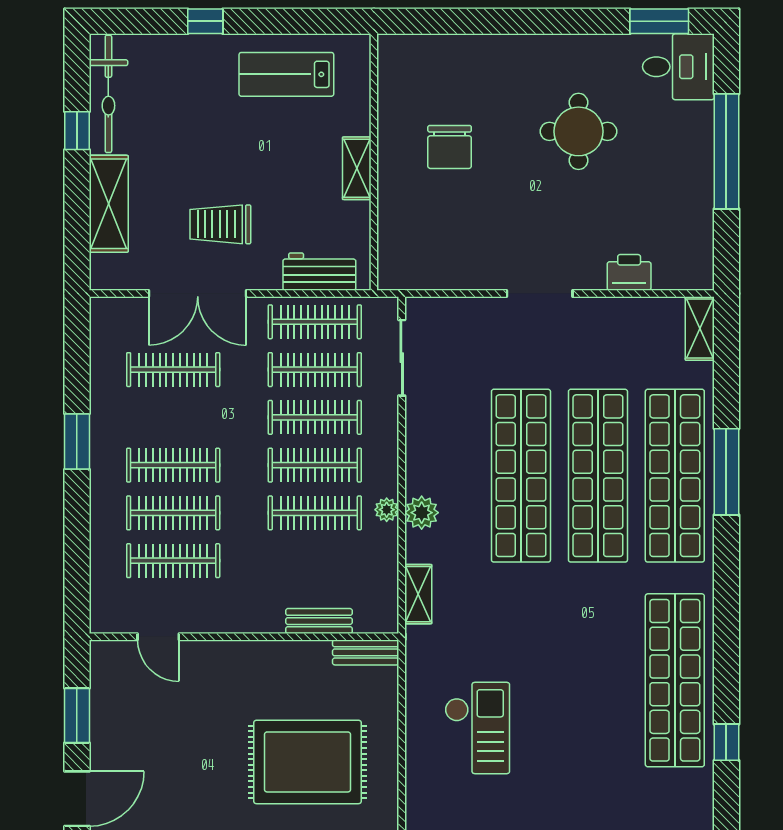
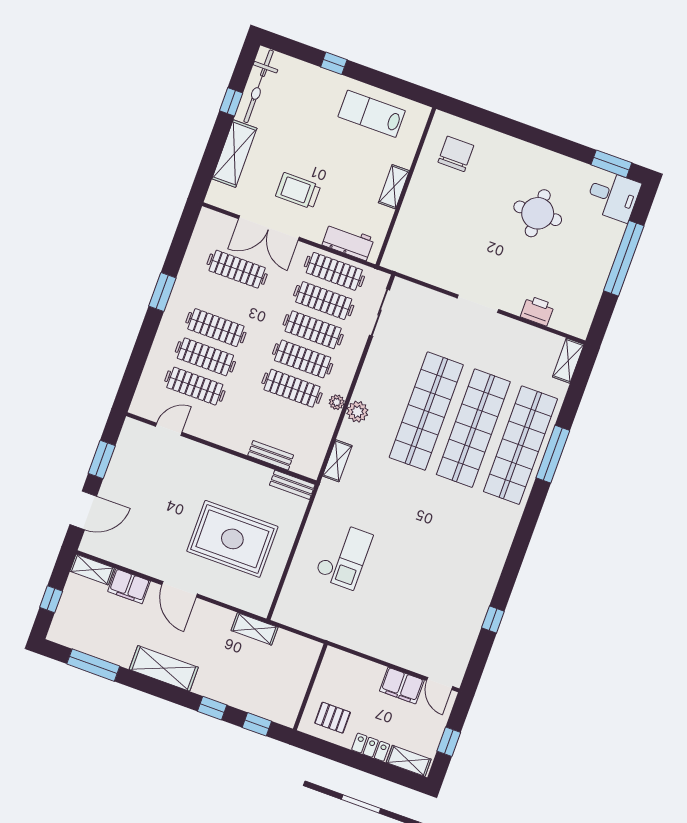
chair: (450, 147) -> (456, 154), moved, turned 180
door: (158, 637) -> (169, 429), swing flipped
shop shelf: (675, 680) -> (475, 570), removed

